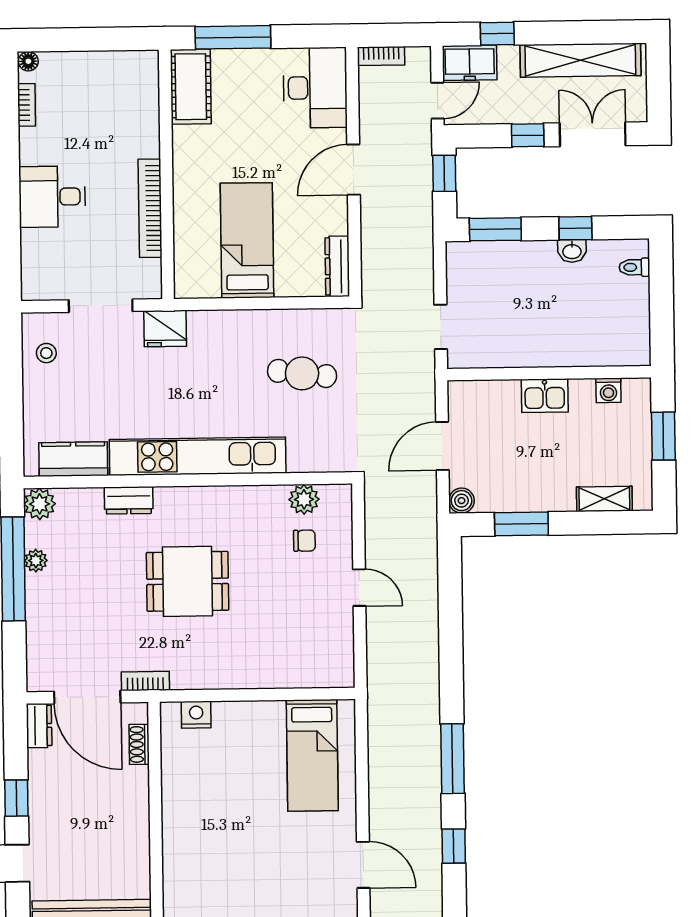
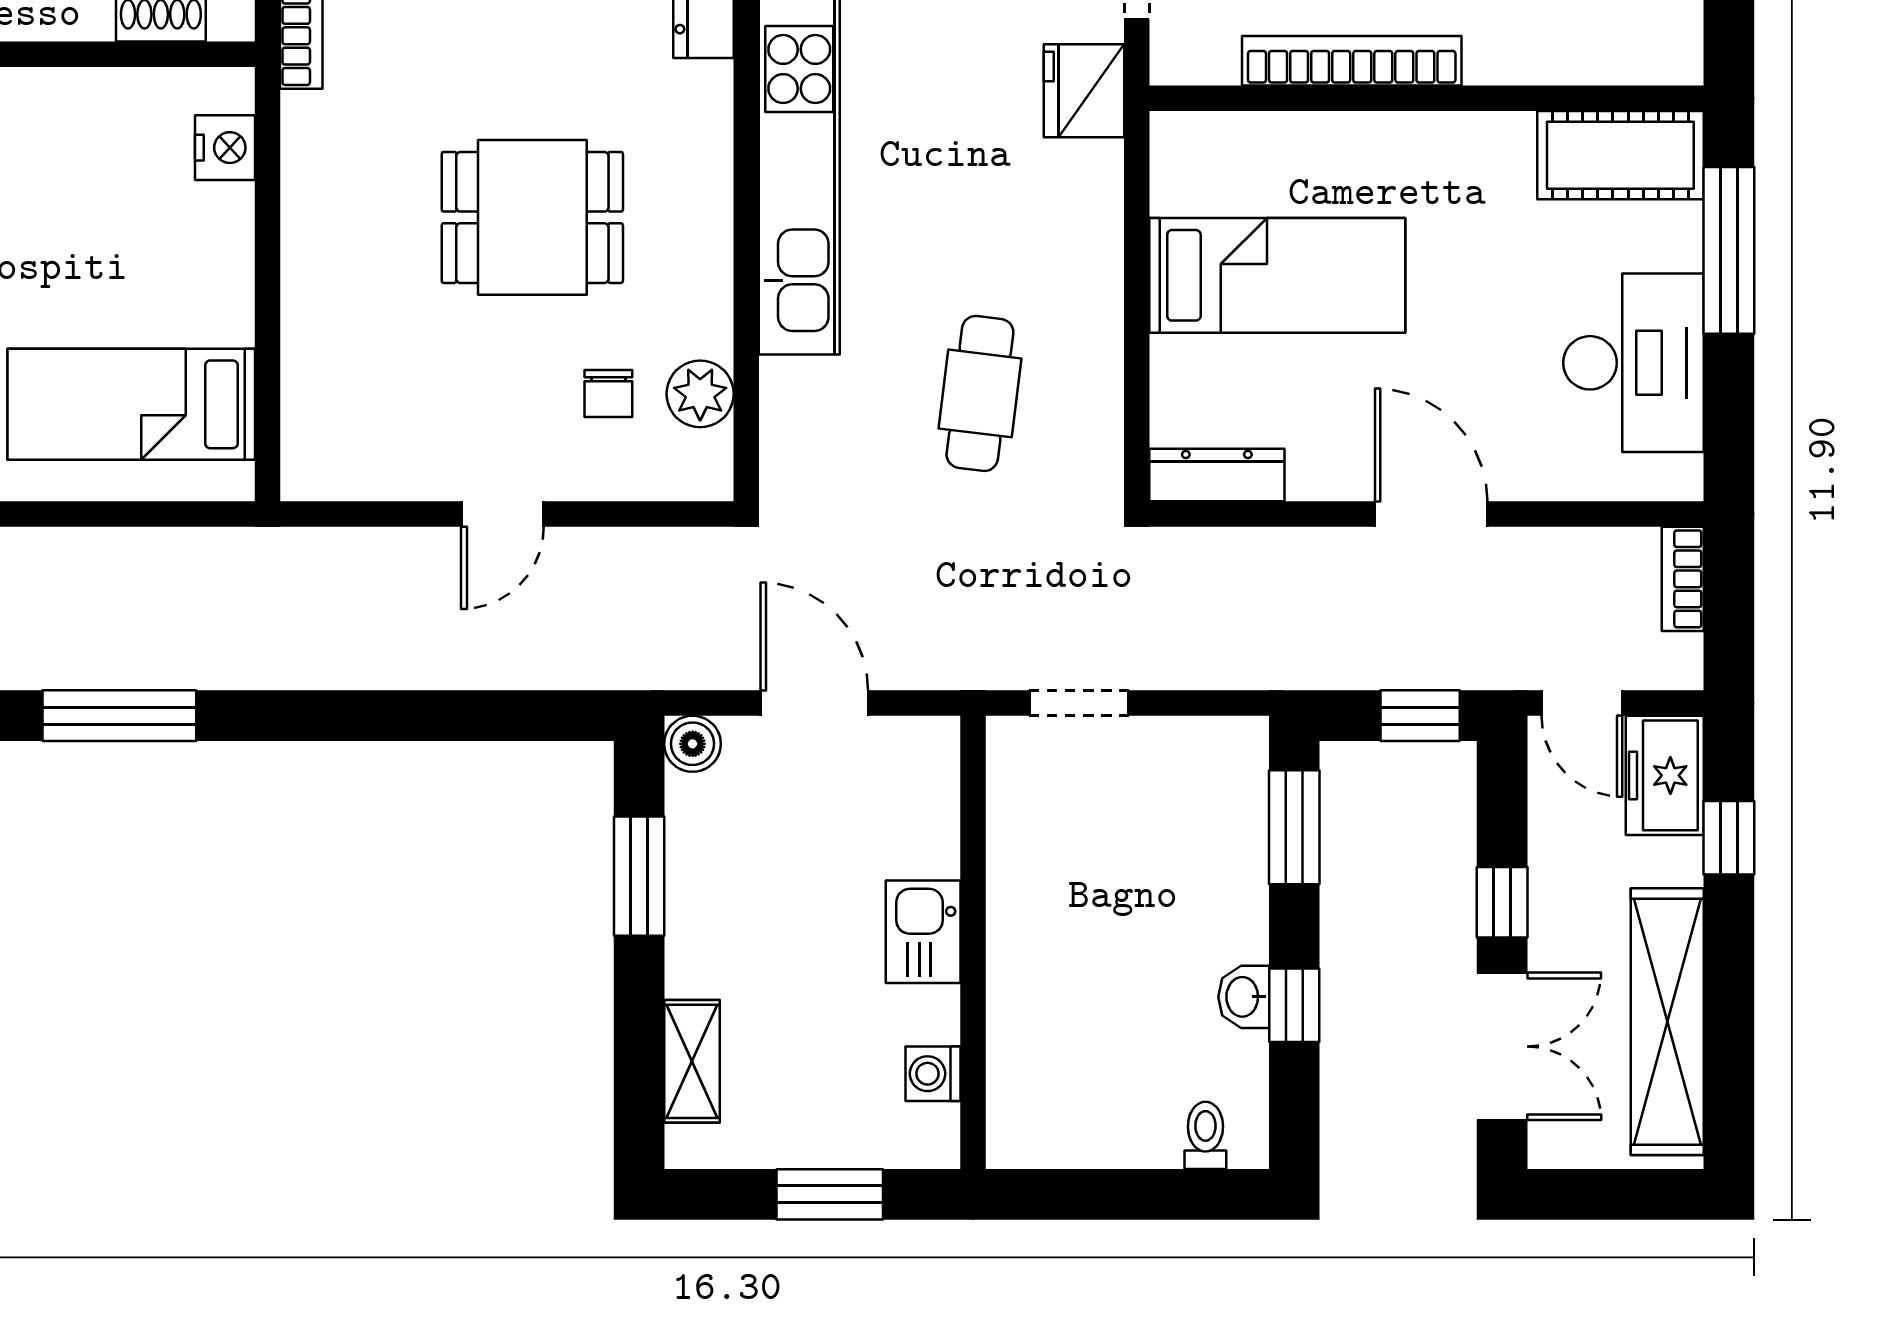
desk: (315, 88) -> (1634, 363), moved, turned -90
dining table: (188, 581) -> (532, 217), moved, turned 90

